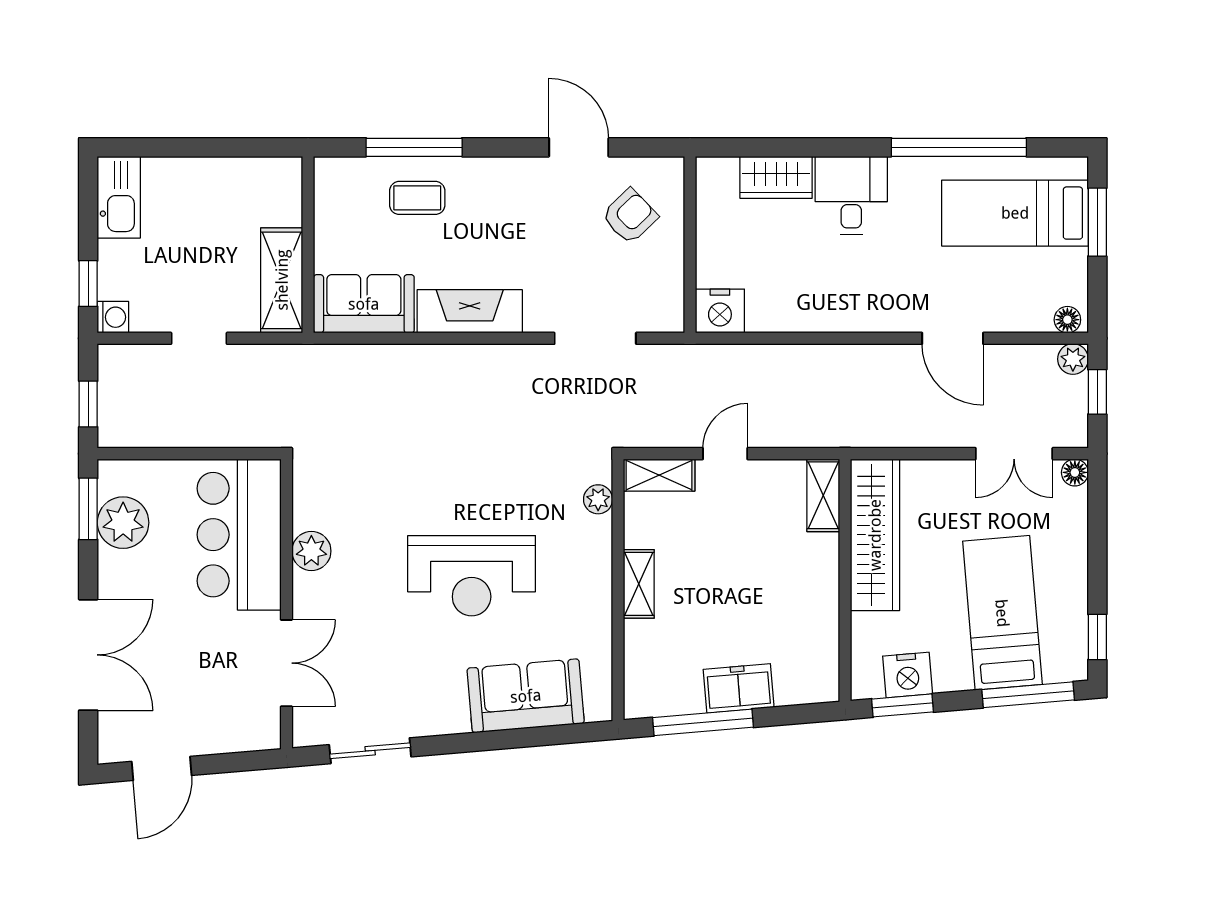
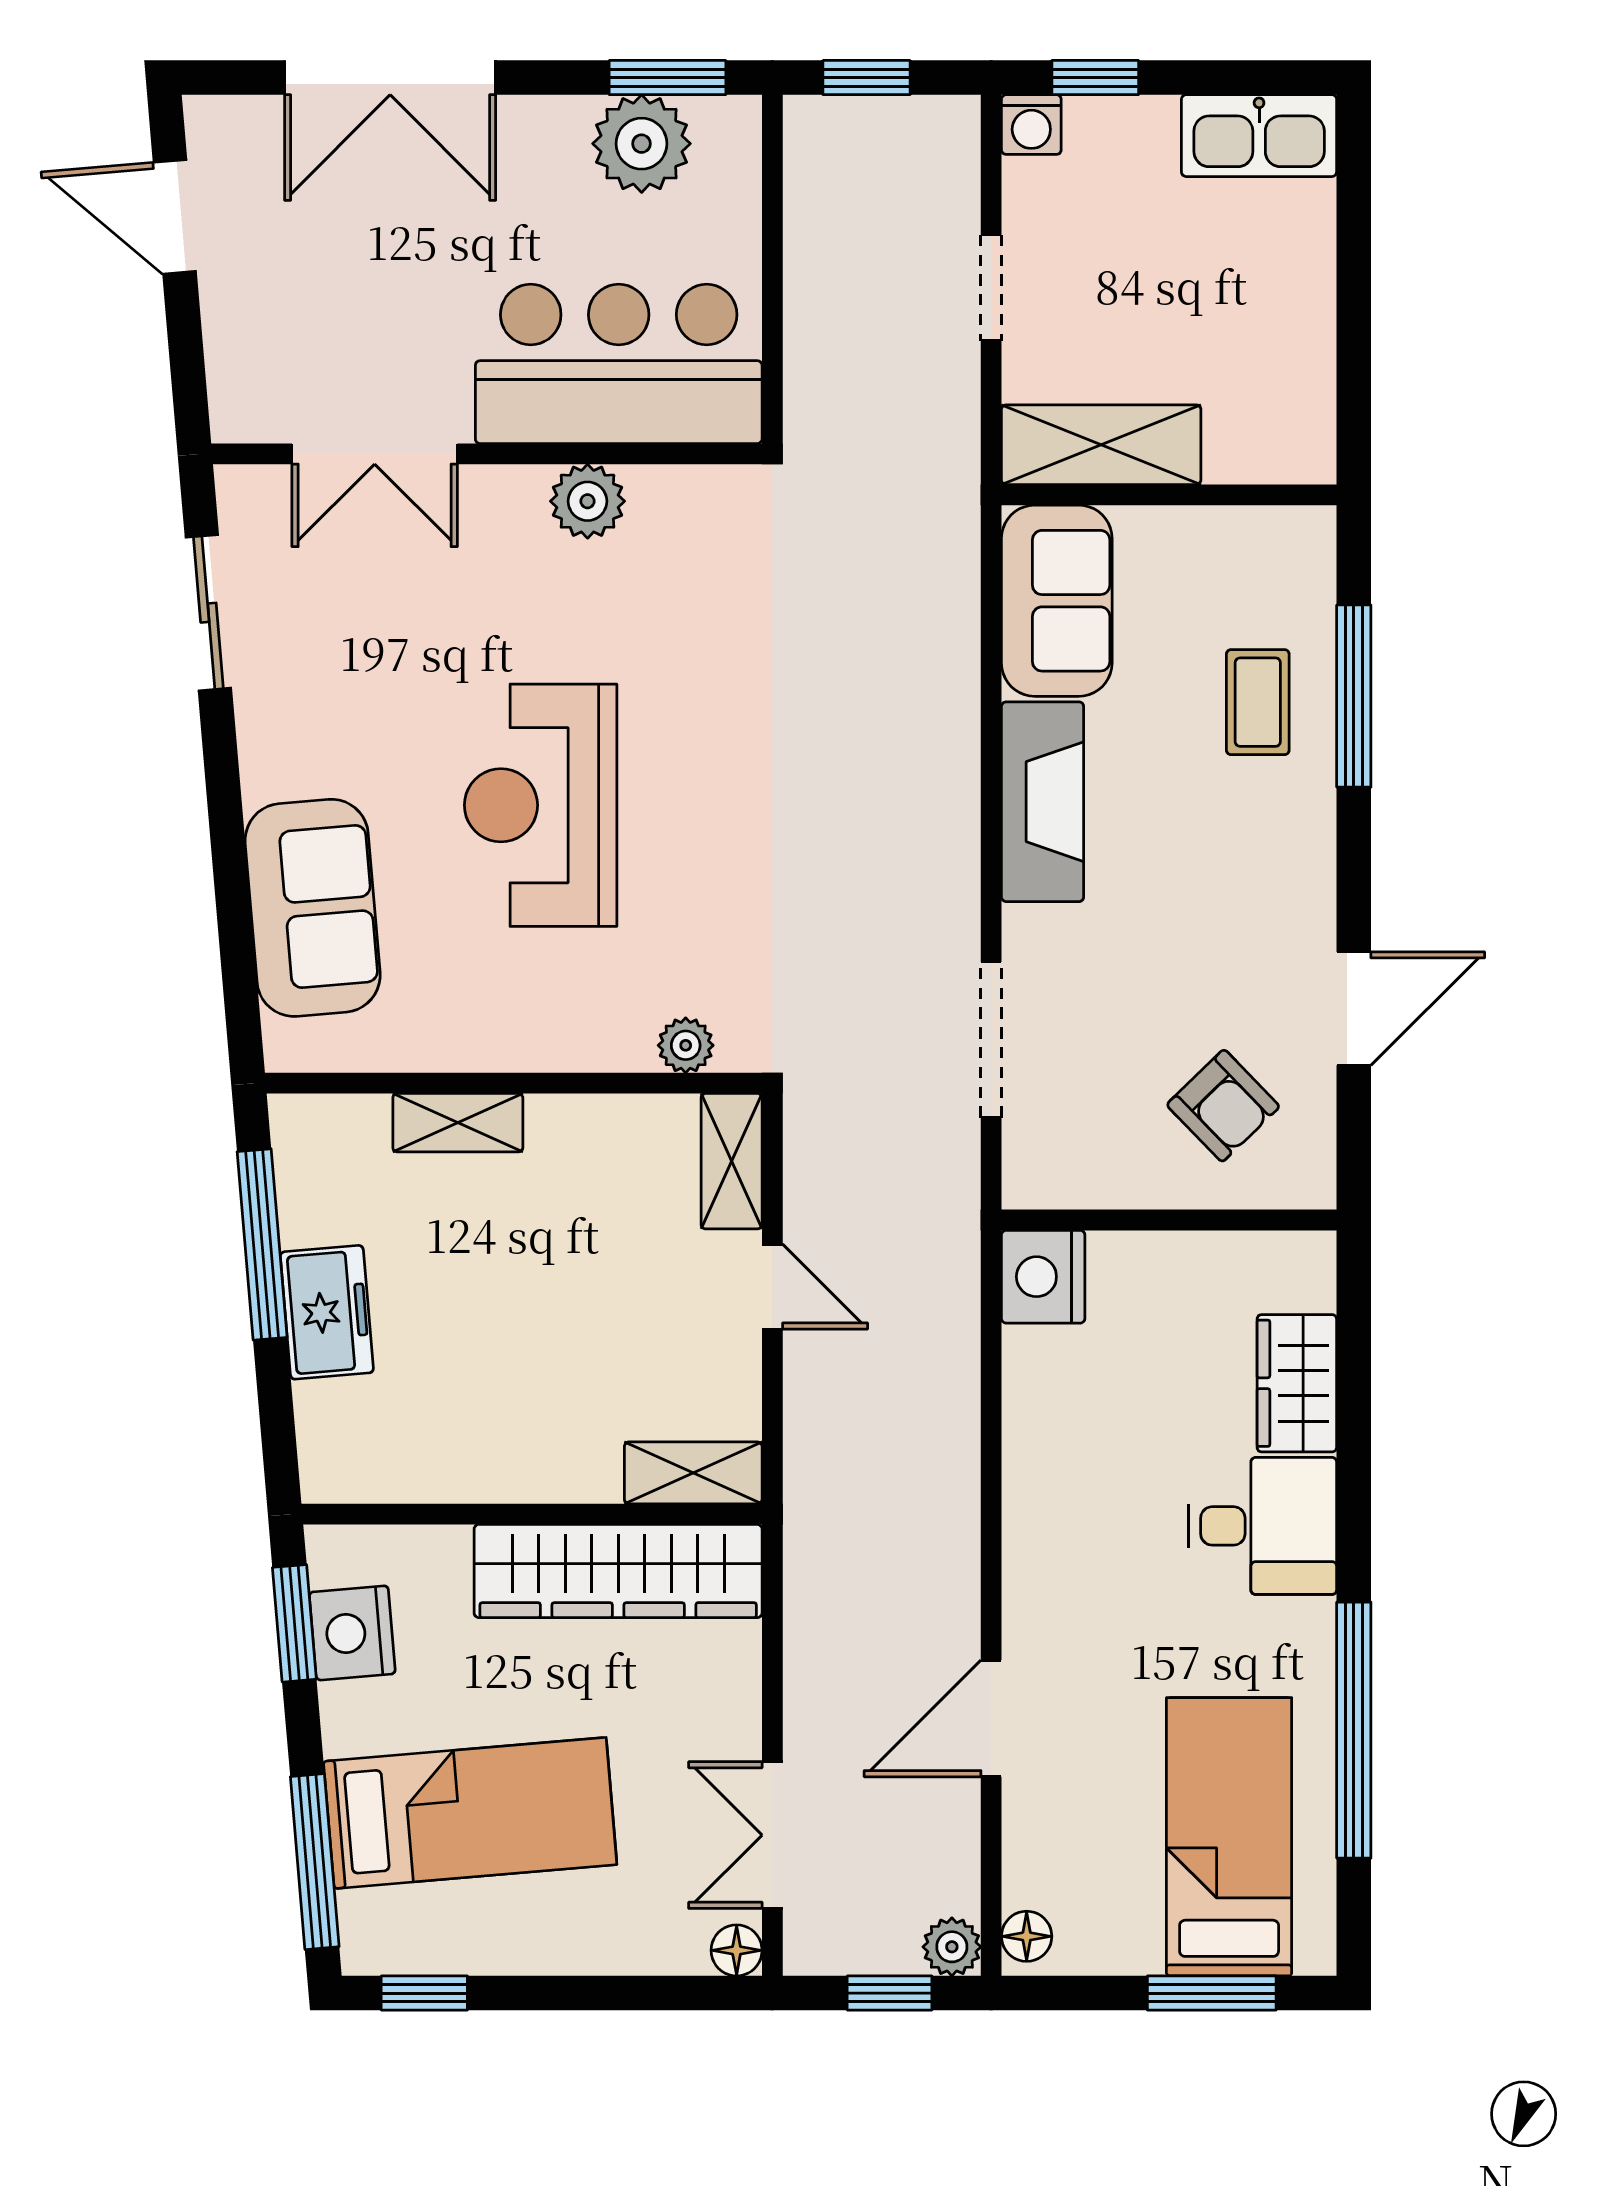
shelving: (639, 584) -> (458, 1123), moved

